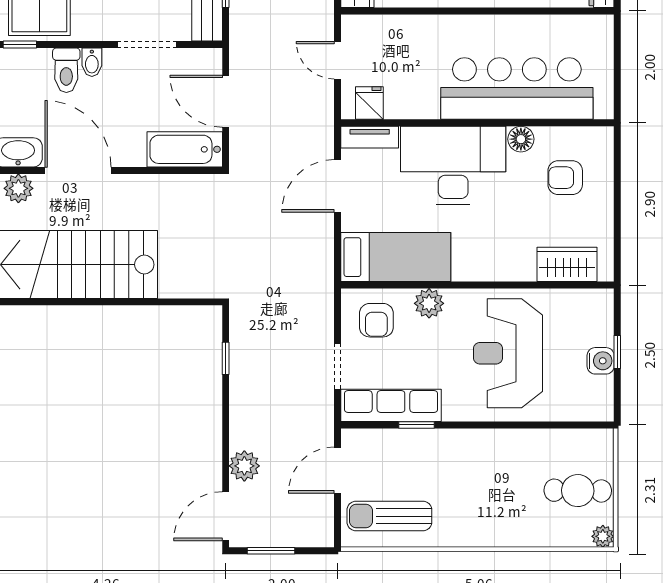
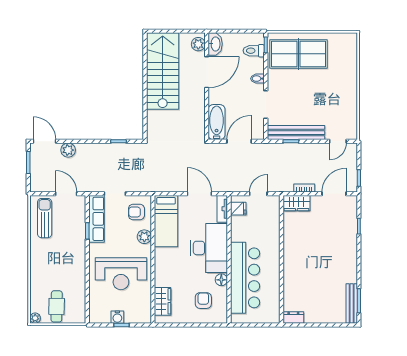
toilet: (66, 70) -> (254, 51), moved
reception desk: (508, 353) -> (121, 274), turned 180

